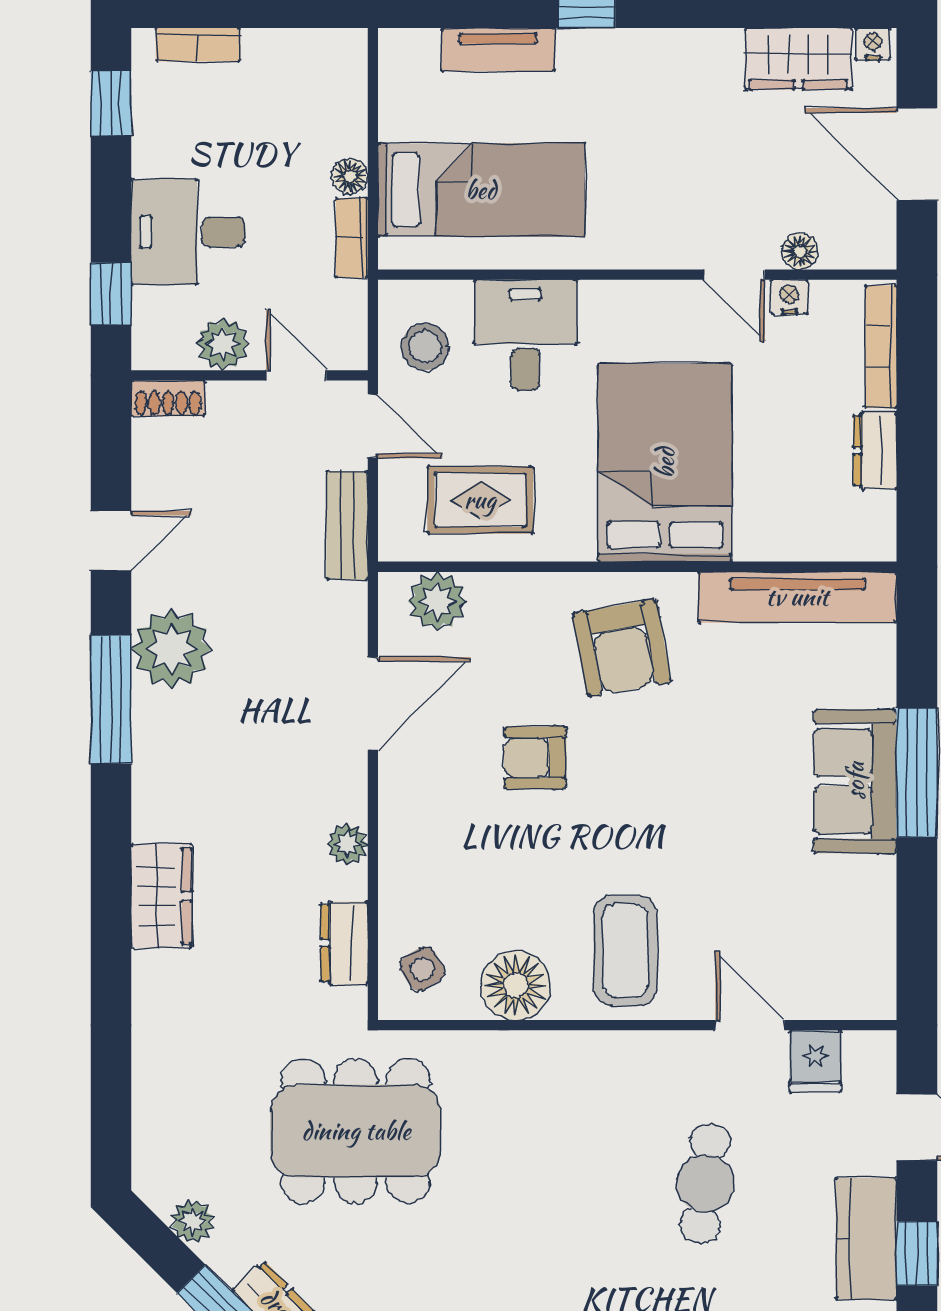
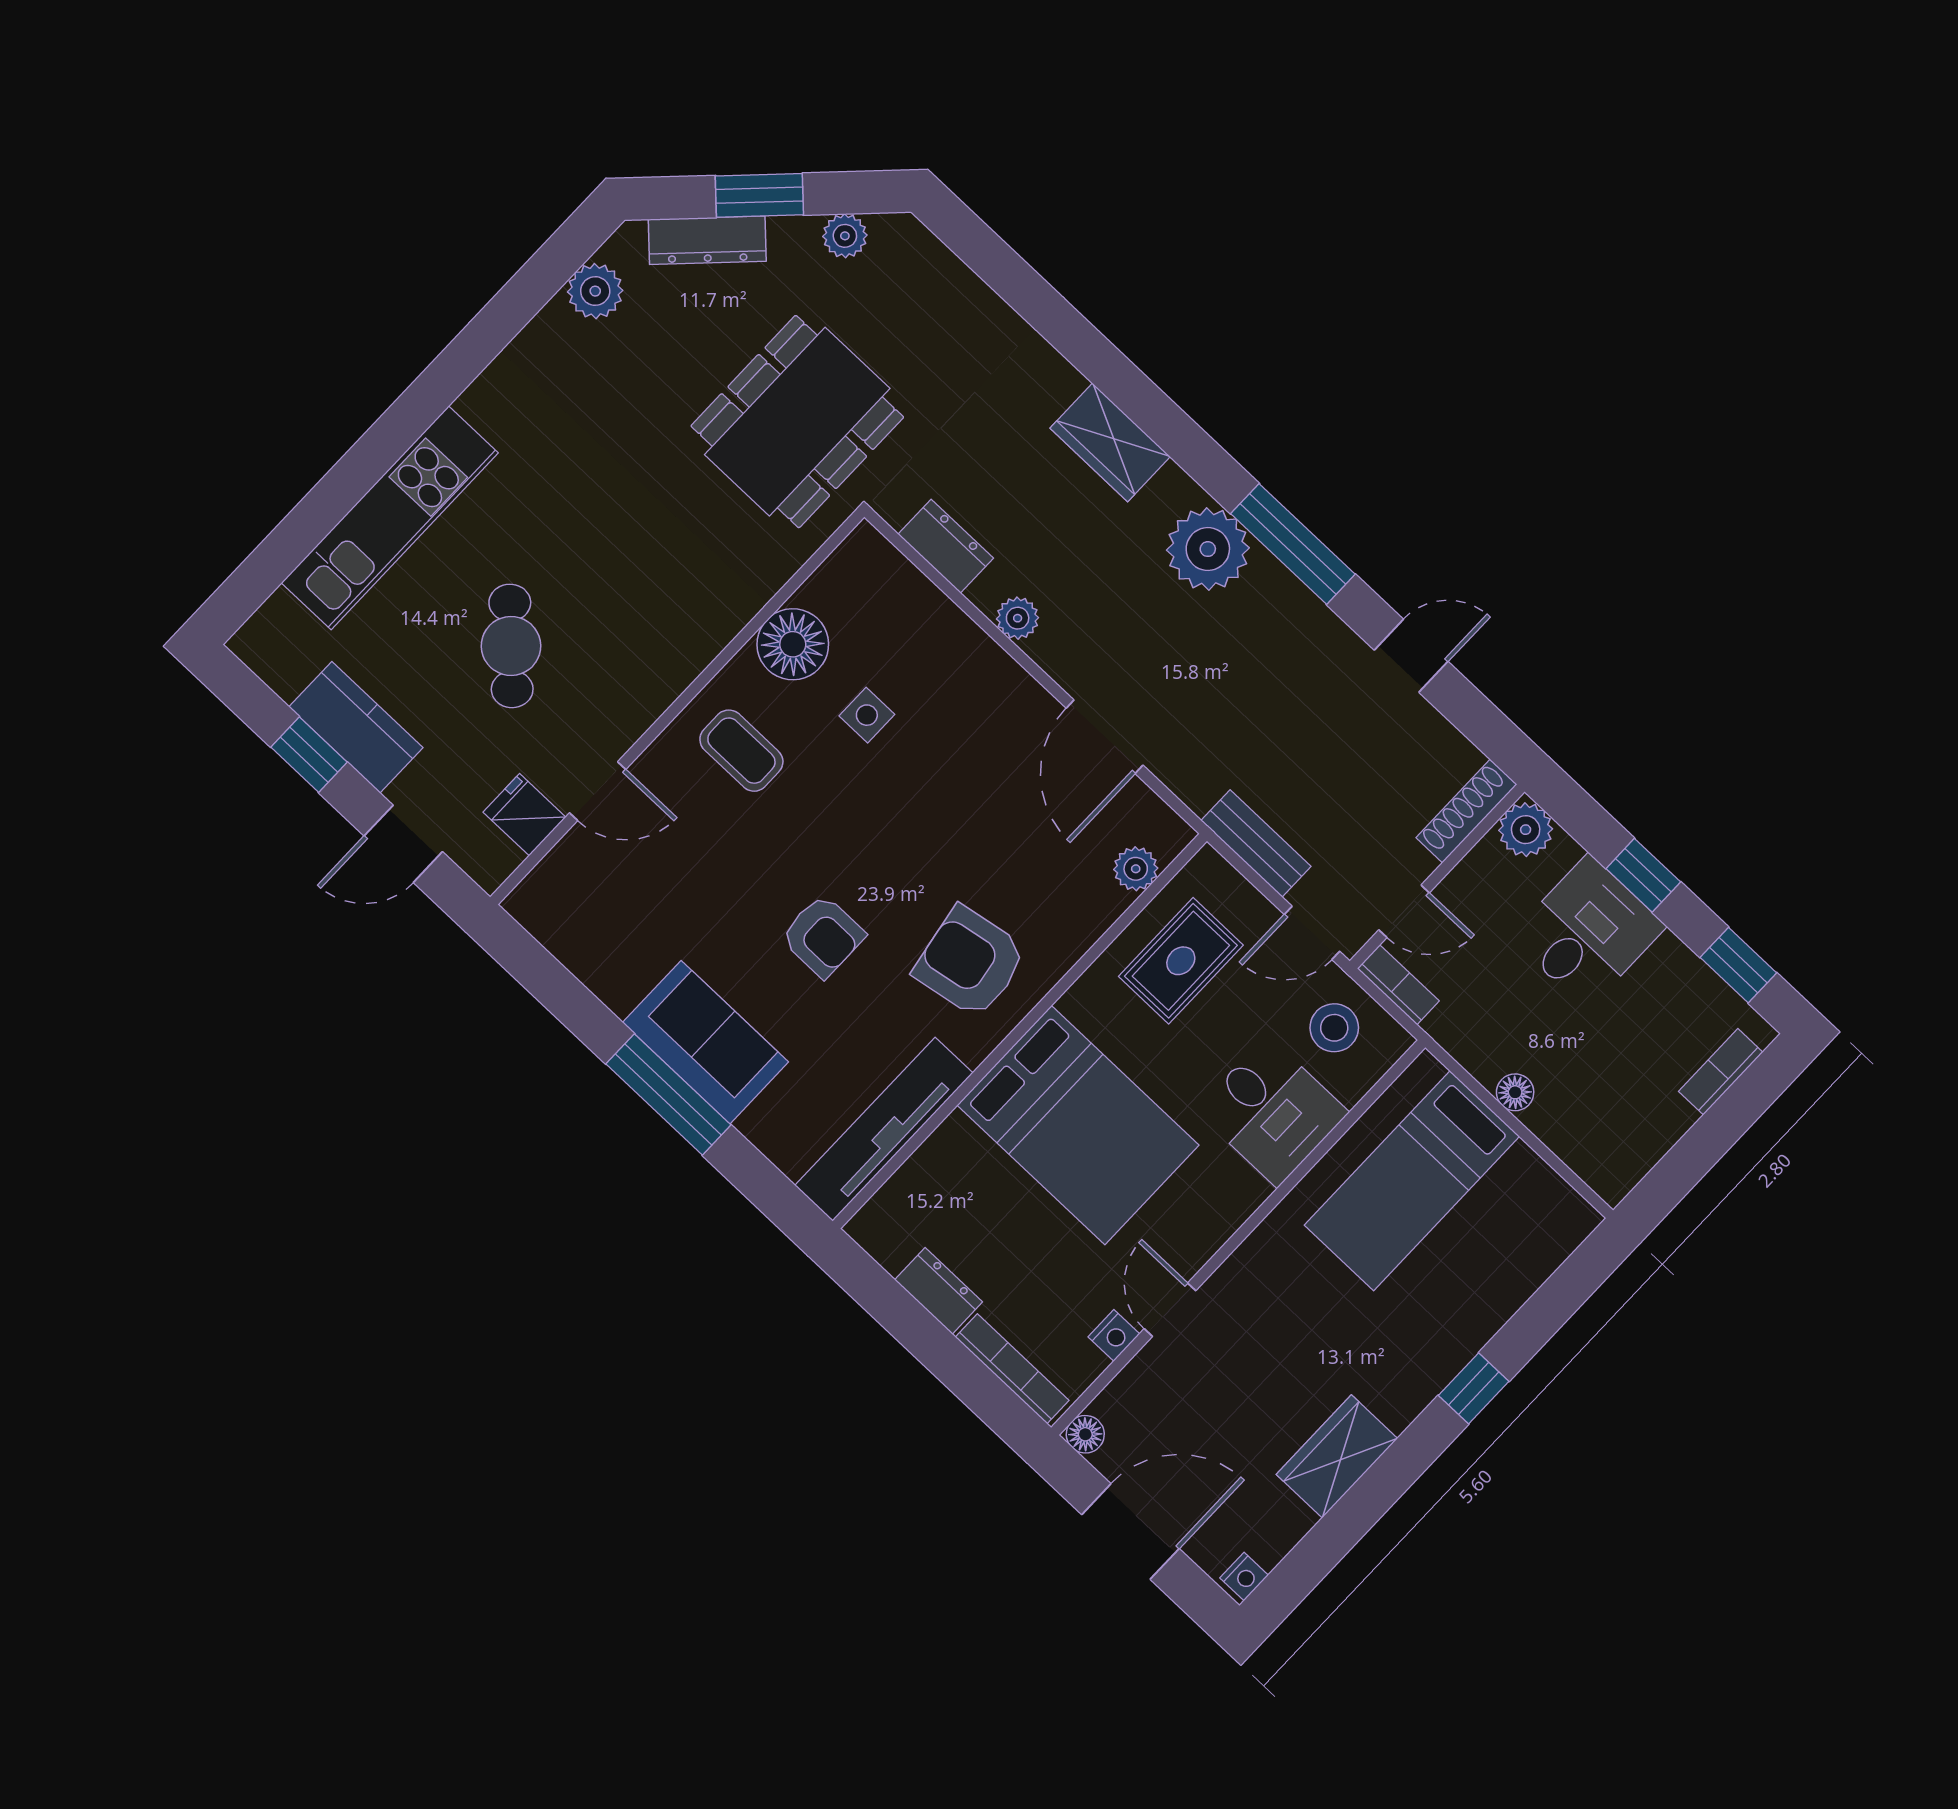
tv unit: (498, 49) -> (1505, 1293), removed
wardrobe: (798, 59) -> (1337, 1456), moved
bookcase: (352, 238) -> (1398, 985), moved
floor lamp: (800, 251) -> (1085, 1434), moved
door: (734, 275) -> (1170, 1310), hinge flipped
window: (111, 294) -> (1643, 875), moved
plant: (223, 344) -> (1526, 830), moved
shoe rack: (168, 398) -> (1466, 811), width x1.43
door: (111, 541) -> (1411, 656), swing flipped
plant: (437, 601) -> (1136, 869), width x0.73, depth x0.73
plant: (171, 649) -> (1208, 549), moved
armchair: (535, 758) -> (823, 936), moved, turned 90
coffee table: (625, 951) -> (741, 751), width x0.73, depth x0.77
side table: (422, 969) -> (867, 715), moved, turned 31
cafe table: (705, 1183) -> (511, 646), turned 38

